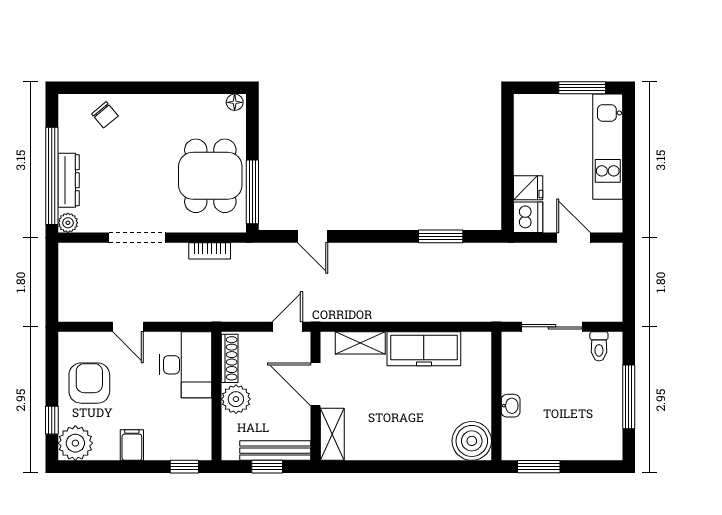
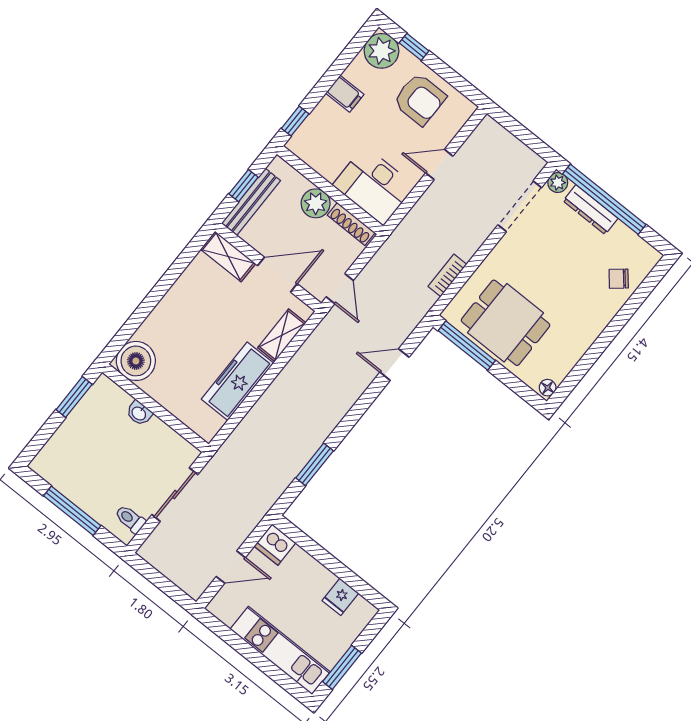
fridge: (528, 188) -> (340, 597), moved
doorway: (137, 238) -> (520, 206), moved

